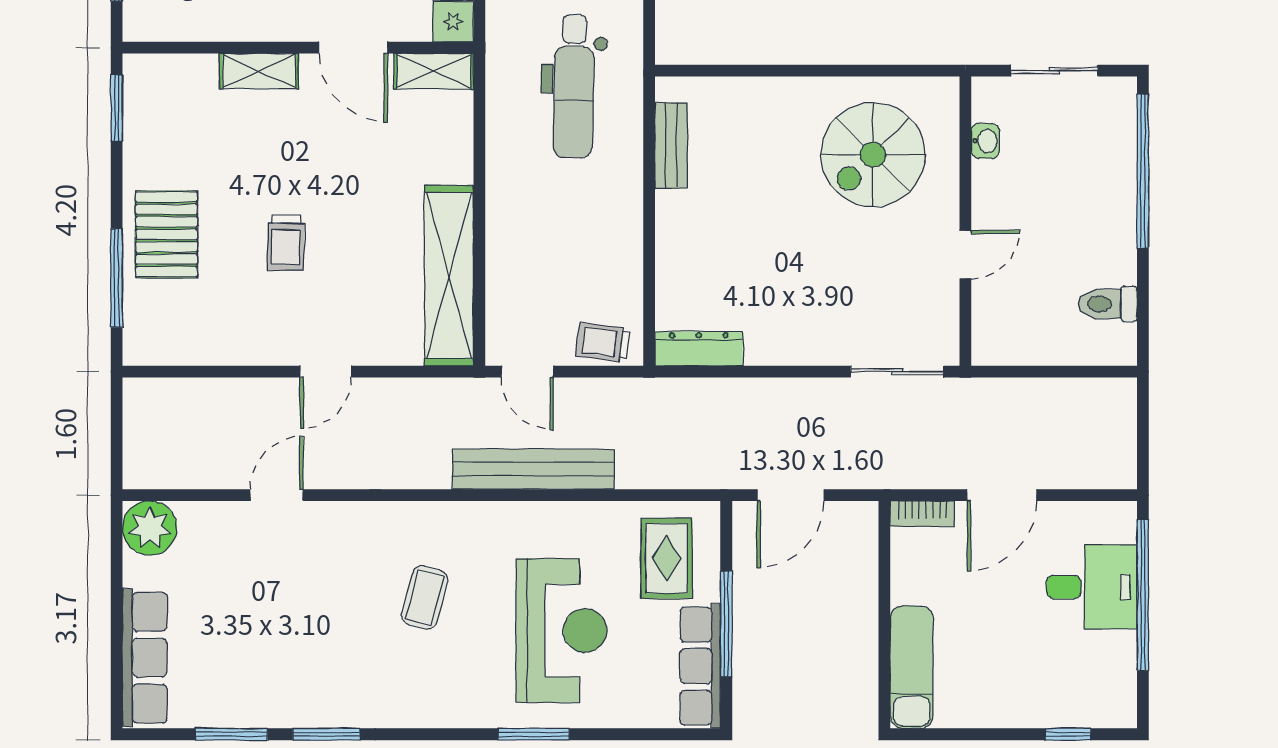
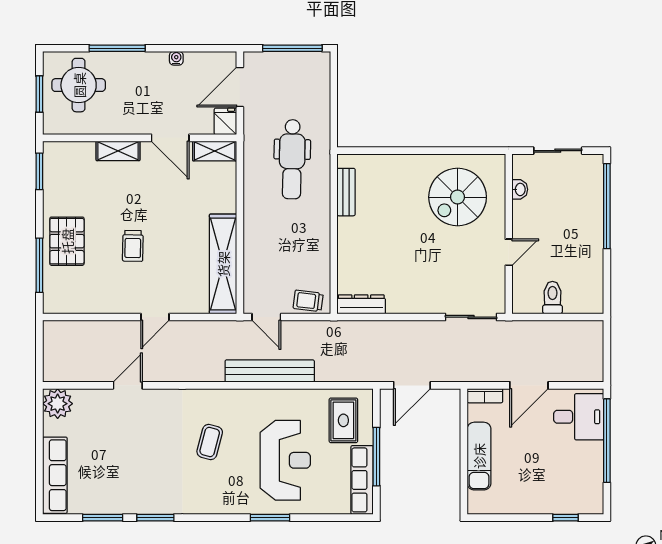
toilet: (1108, 304) -> (552, 298), moved, turned 90
desk: (1092, 587) -> (579, 417), moved
exam couch: (912, 667) -> (479, 456), moved

